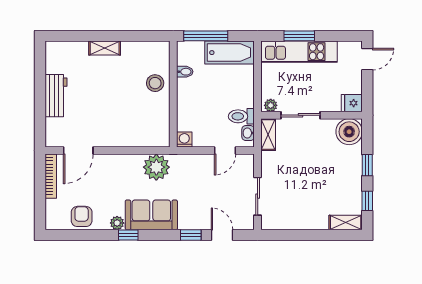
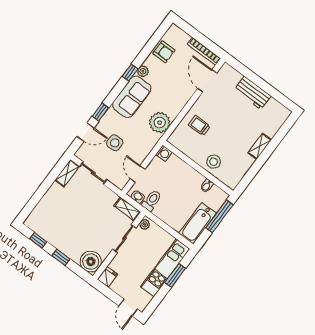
trolley: (129, 125) -> (199, 126), added
side table: (211, 197) -> (115, 143), added
shelving: (346, 222) -> (67, 173), moved

